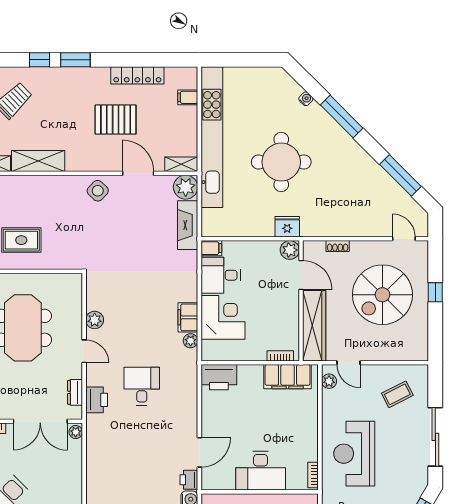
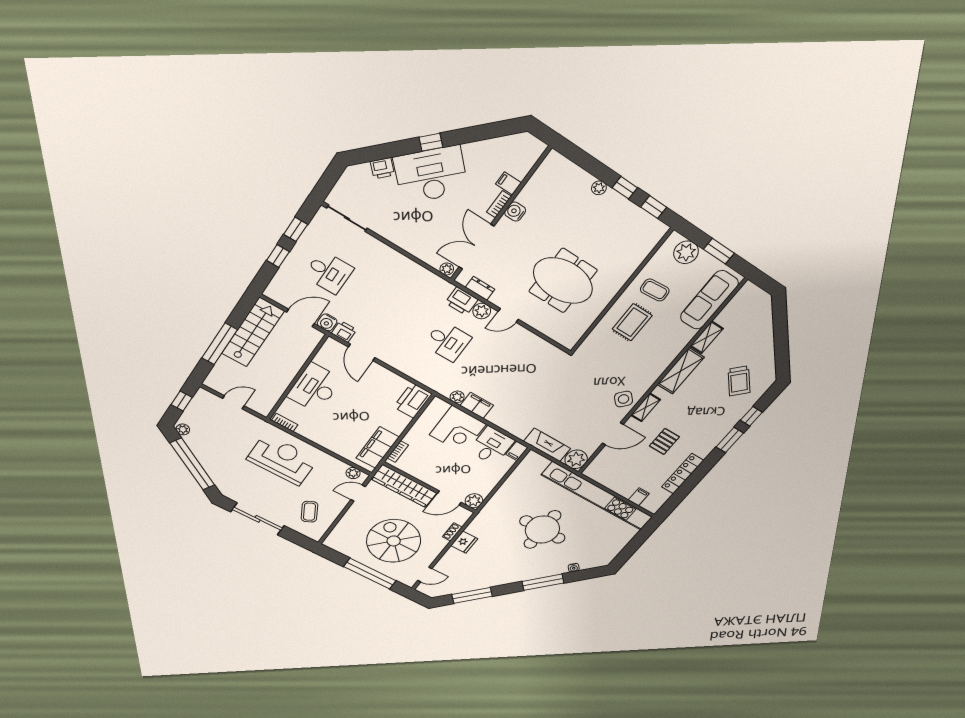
pallet: (116, 119) -> (664, 441), width x0.67, depth x0.71
shelving: (181, 164) -> (646, 407), moved
fridge: (287, 227) -> (464, 542), moved
window: (435, 292) -> (370, 574), width x3.17
plant: (95, 320) -> (482, 311), moved

